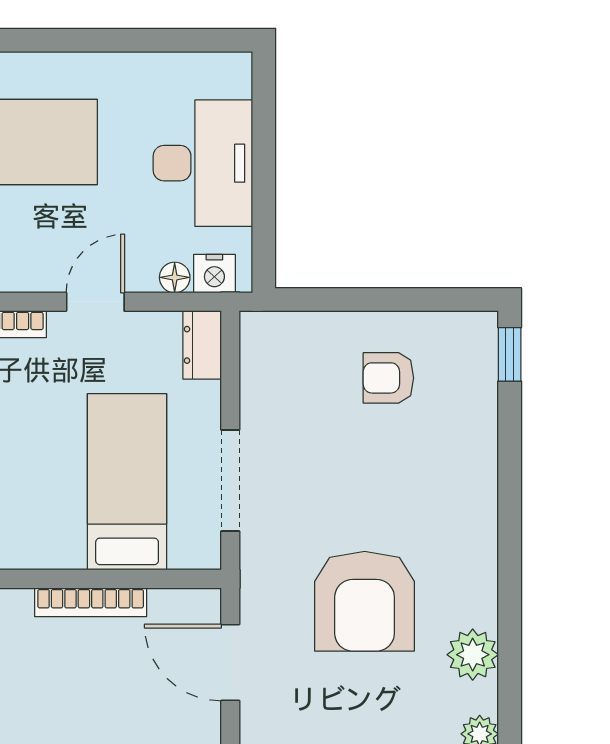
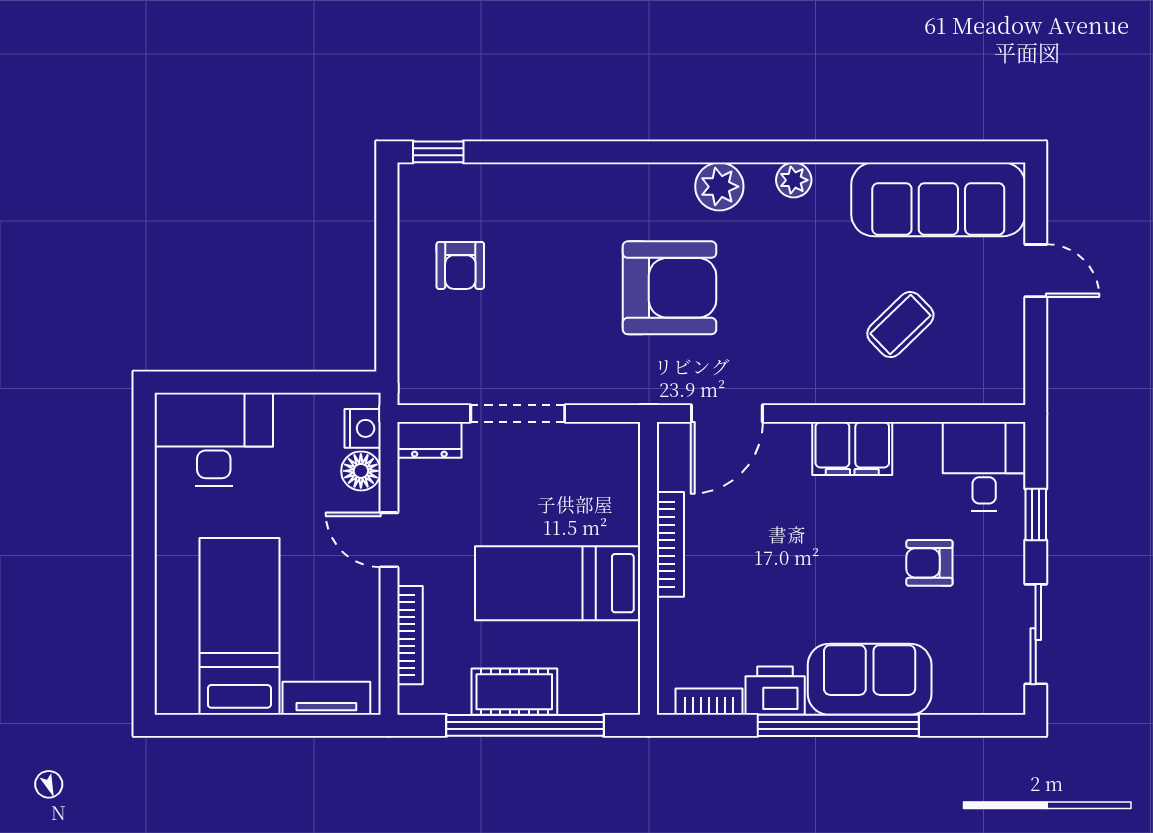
desk: (203, 163) -> (214, 439), moved
floor lamp: (175, 277) -> (361, 471), width x1.37, depth x1.37
doorway: (230, 480) -> (518, 414), moved
bed: (127, 482) -> (558, 583), moved

